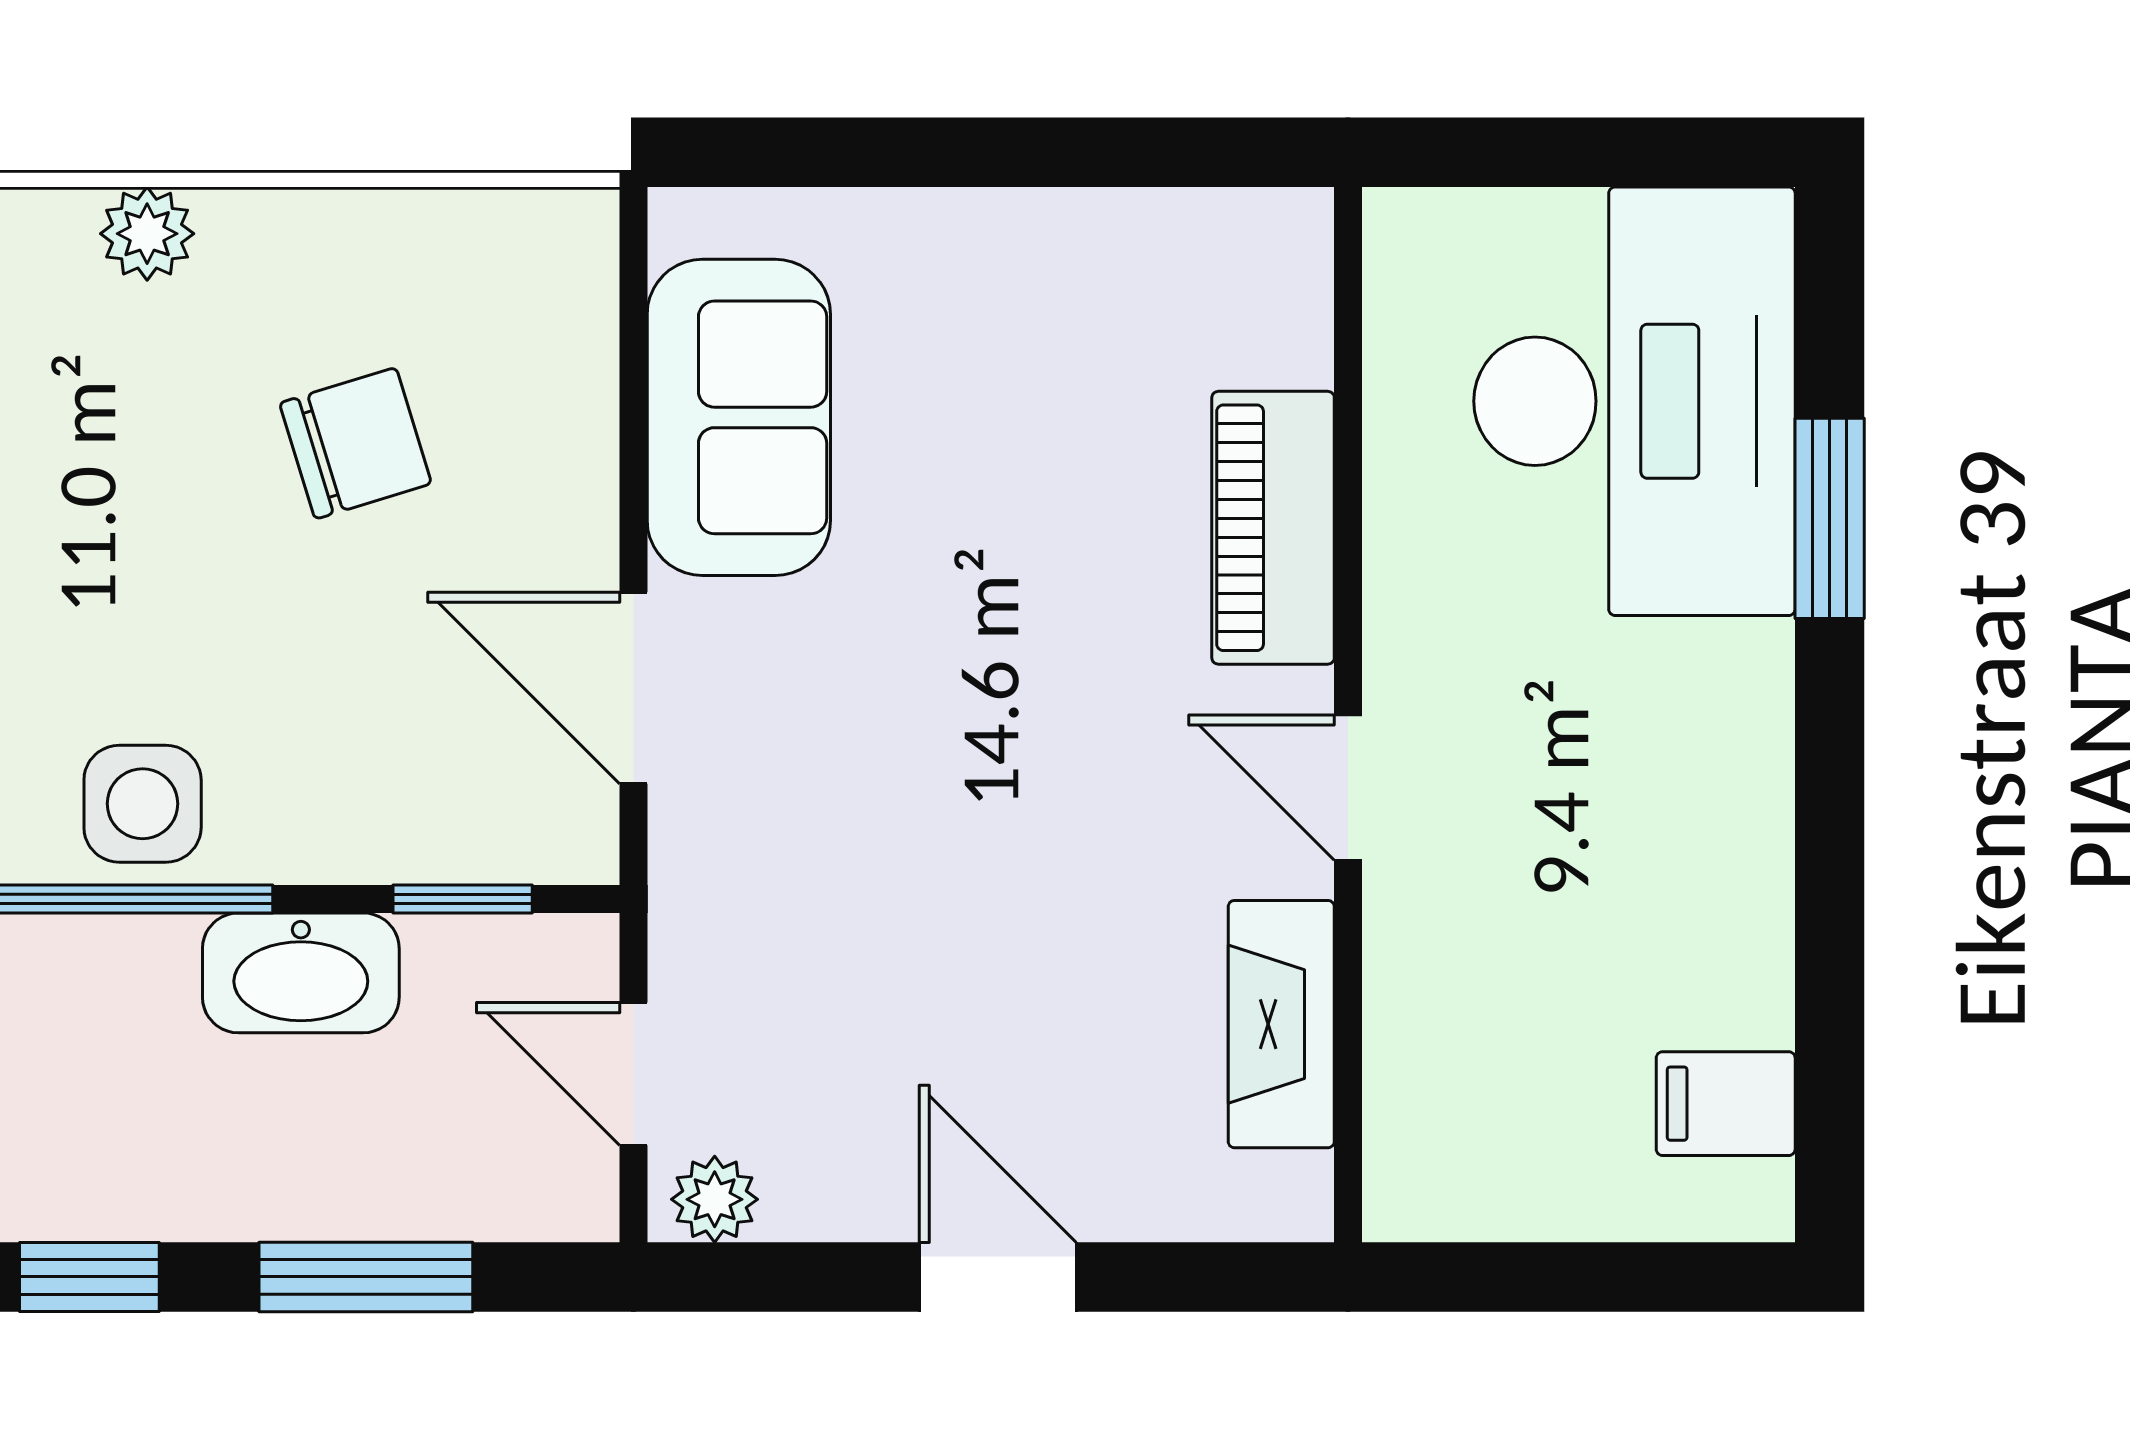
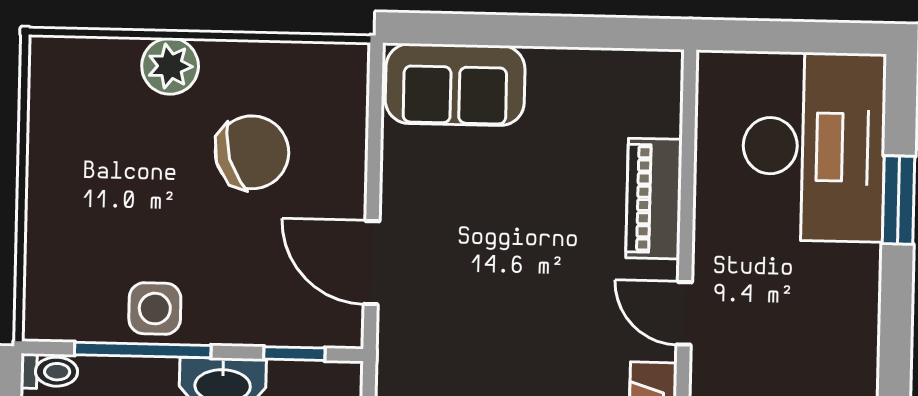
plant: (147, 234) -> (170, 66), width x1.38, depth x1.38
sofa: (739, 417) -> (455, 84), moved, turned 90
chair: (356, 443) -> (252, 152), width x1.37, depth x1.37

